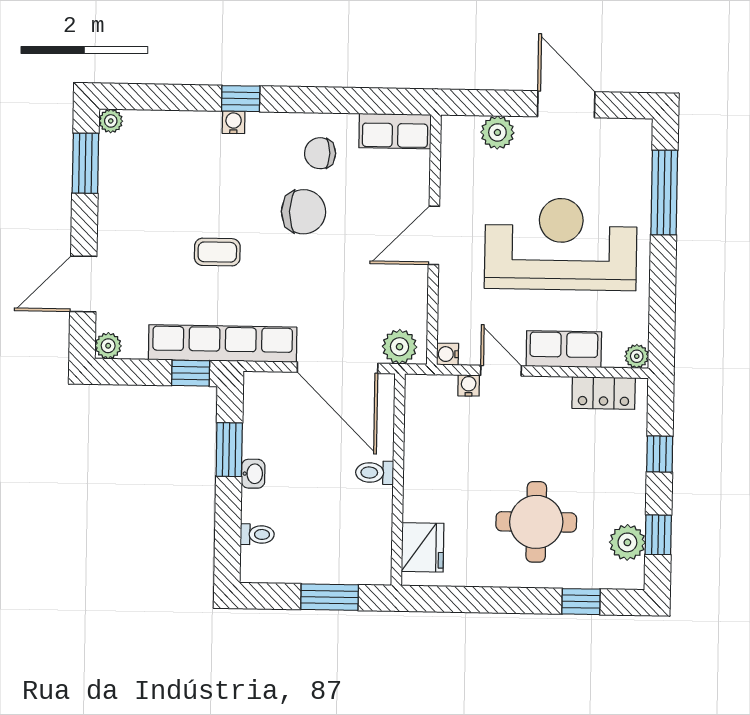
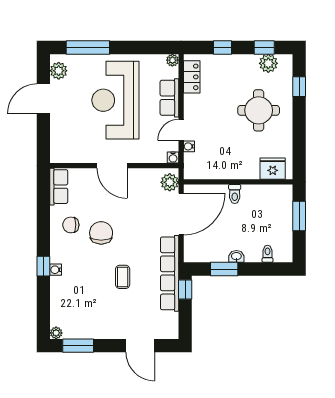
plant: (497, 132) -> (59, 71), moved
chair: (320, 153) -> (71, 225), turned 90
plant: (108, 346) -> (172, 332), removed

